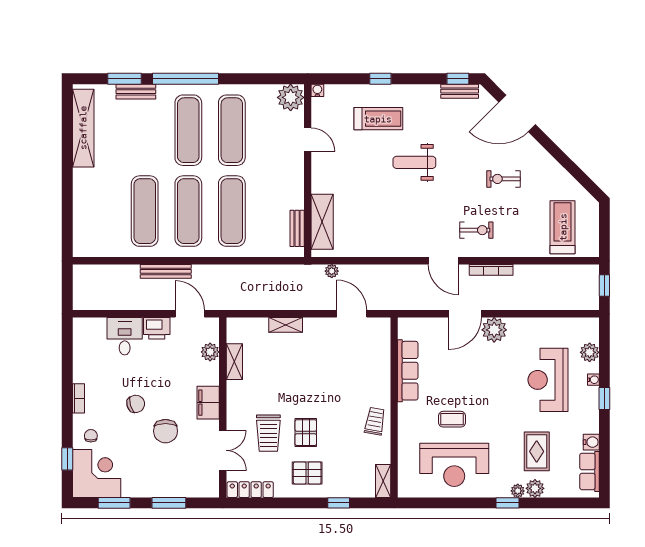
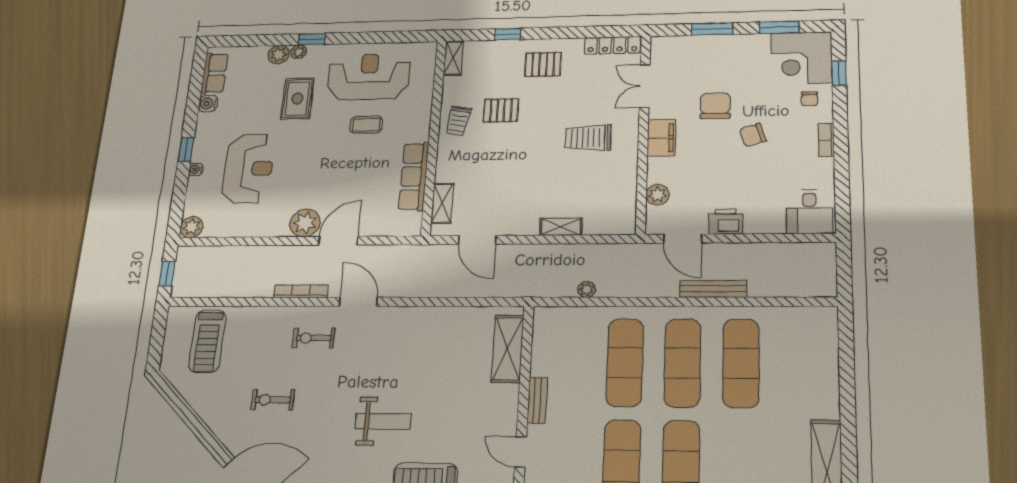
exercise bike: (503, 179) -> (273, 400), turned 180
bench: (297, 228) -> (537, 400), moved
plant: (332, 271) -> (587, 289), moved
desk: (125, 336) -> (809, 212), moved
plant: (590, 352) -> (192, 227), moved
shelving: (234, 362) -> (442, 203), moved
trolley: (268, 433) -> (588, 138), moved, turned -90
pallet: (306, 433) -> (501, 110), moved, turned 90
rug: (537, 451) -> (297, 99), moved

